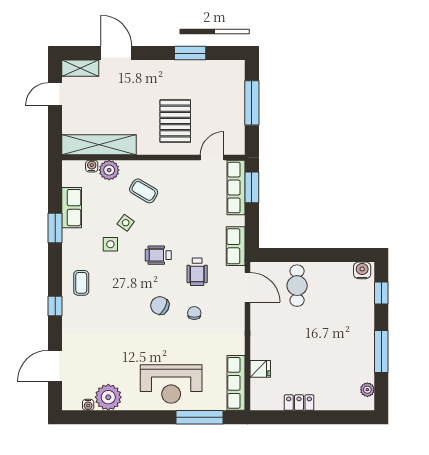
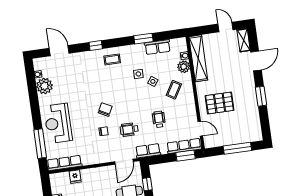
window: (190, 53) -> (261, 96), moved
wheelchair: (158, 255) -> (159, 119), moved
window: (289, 255) -> (147, 184), added

